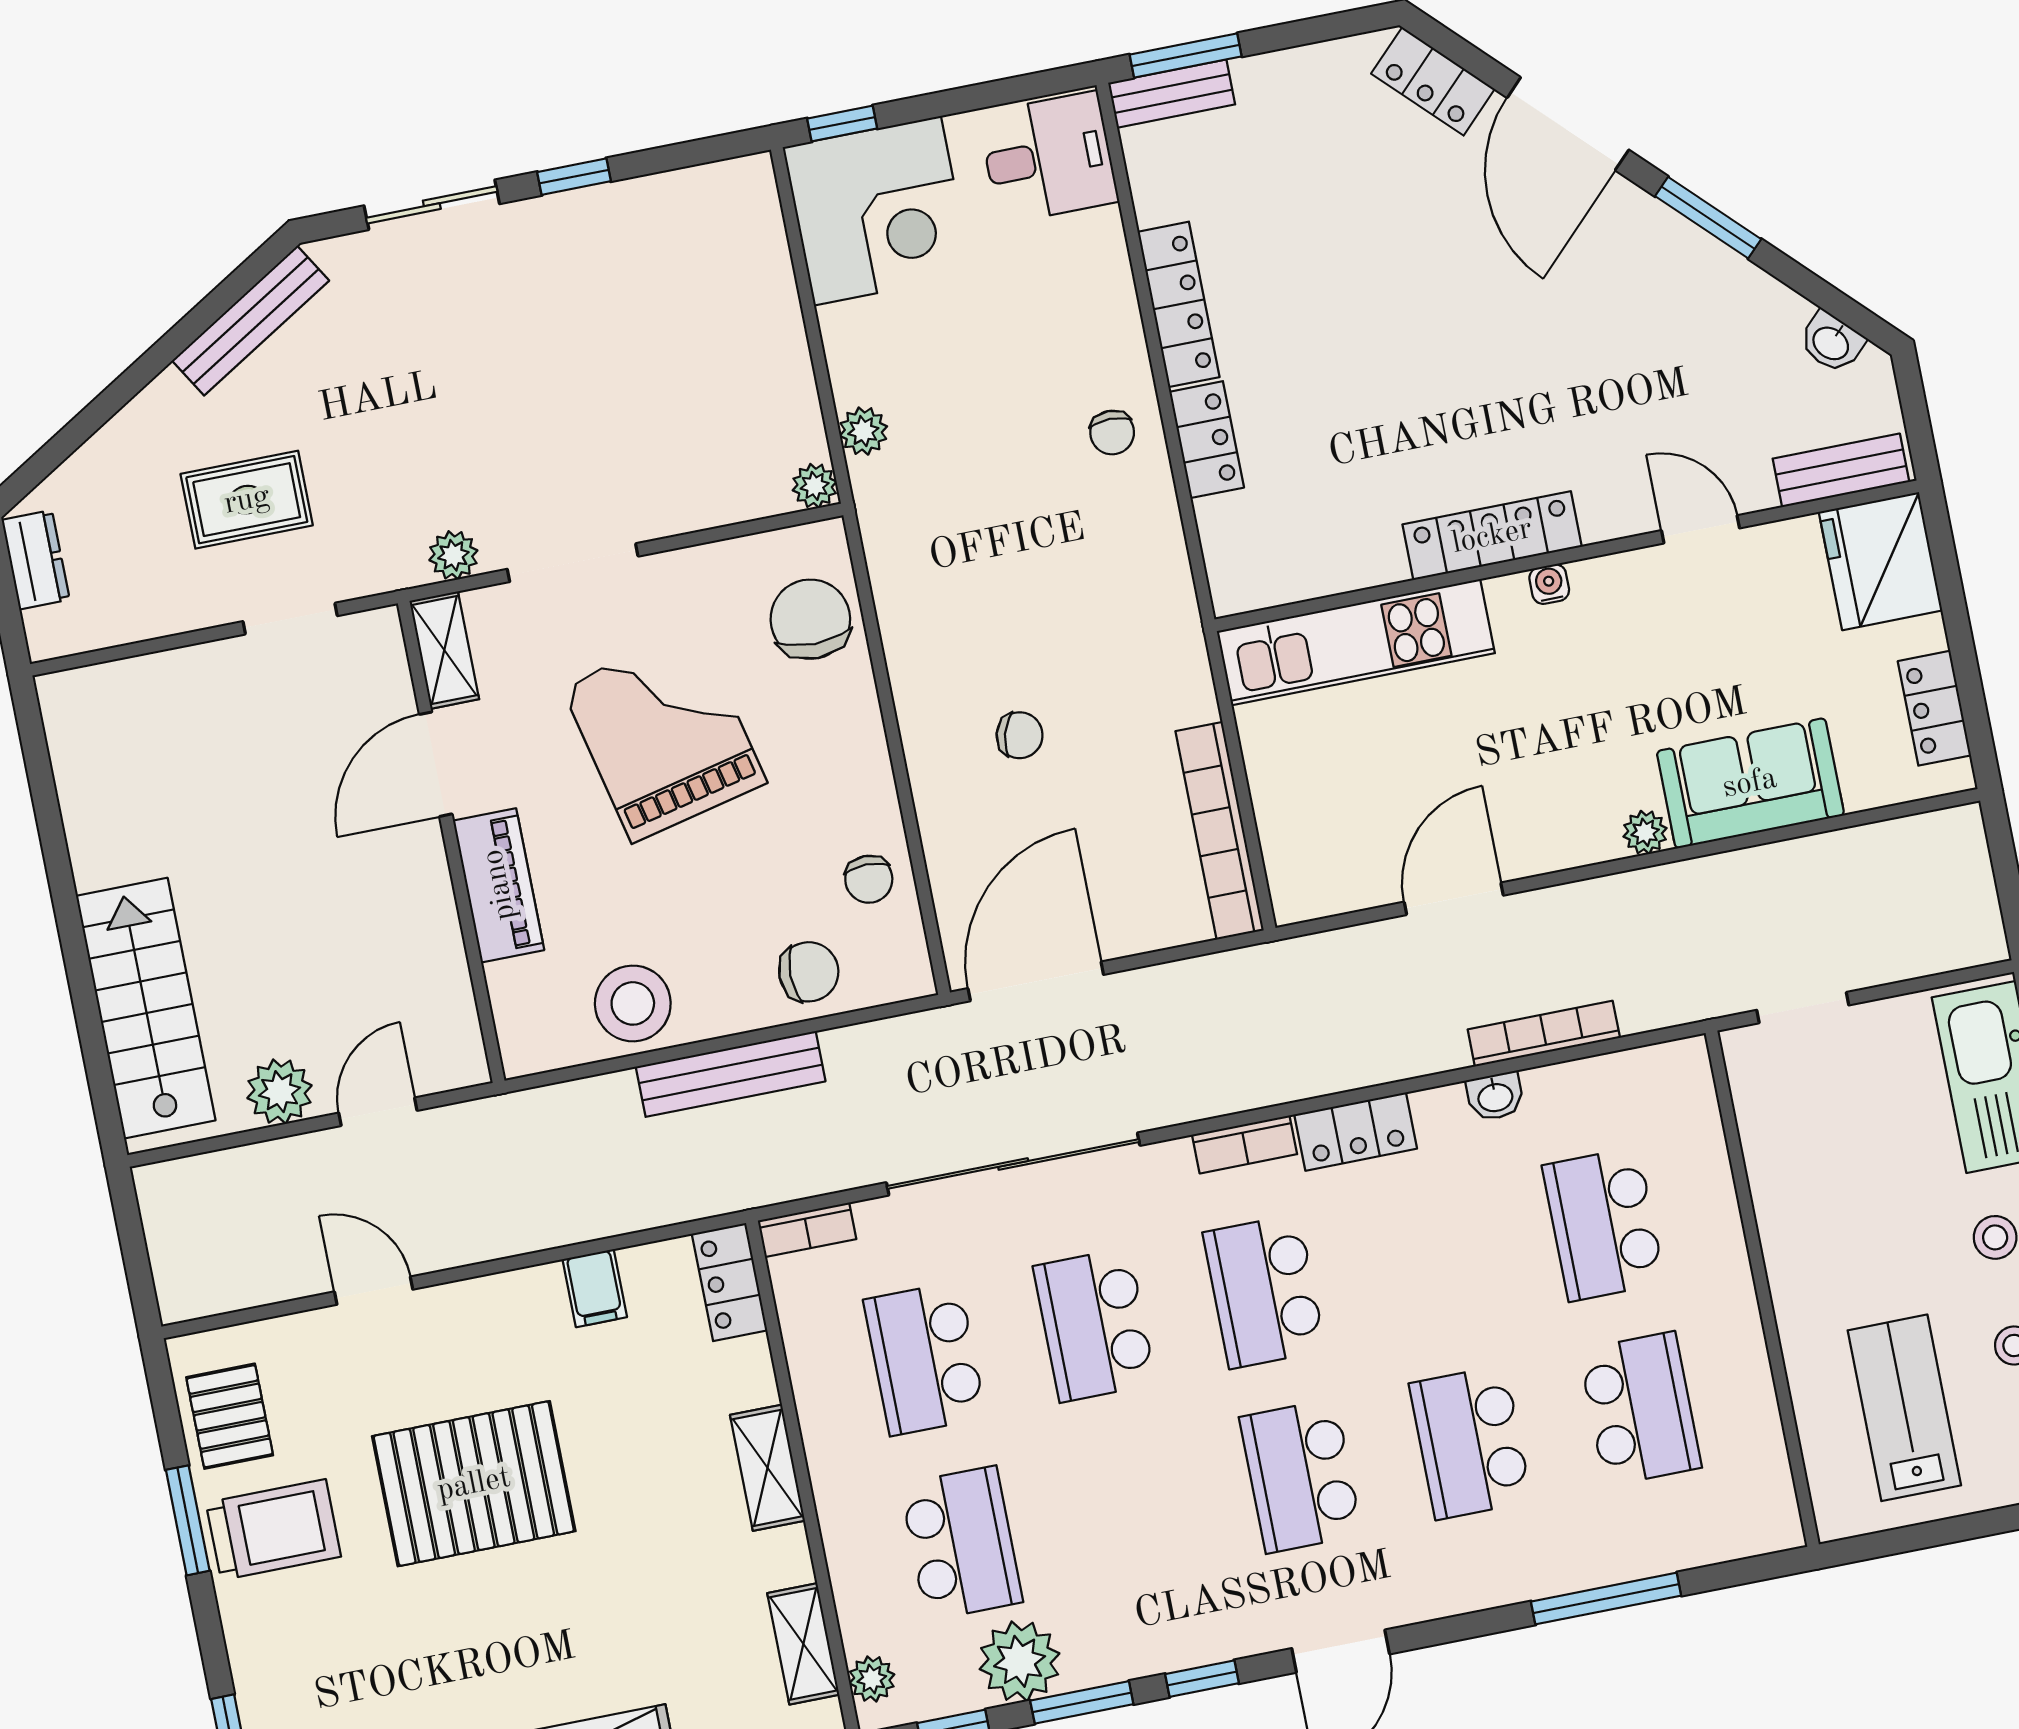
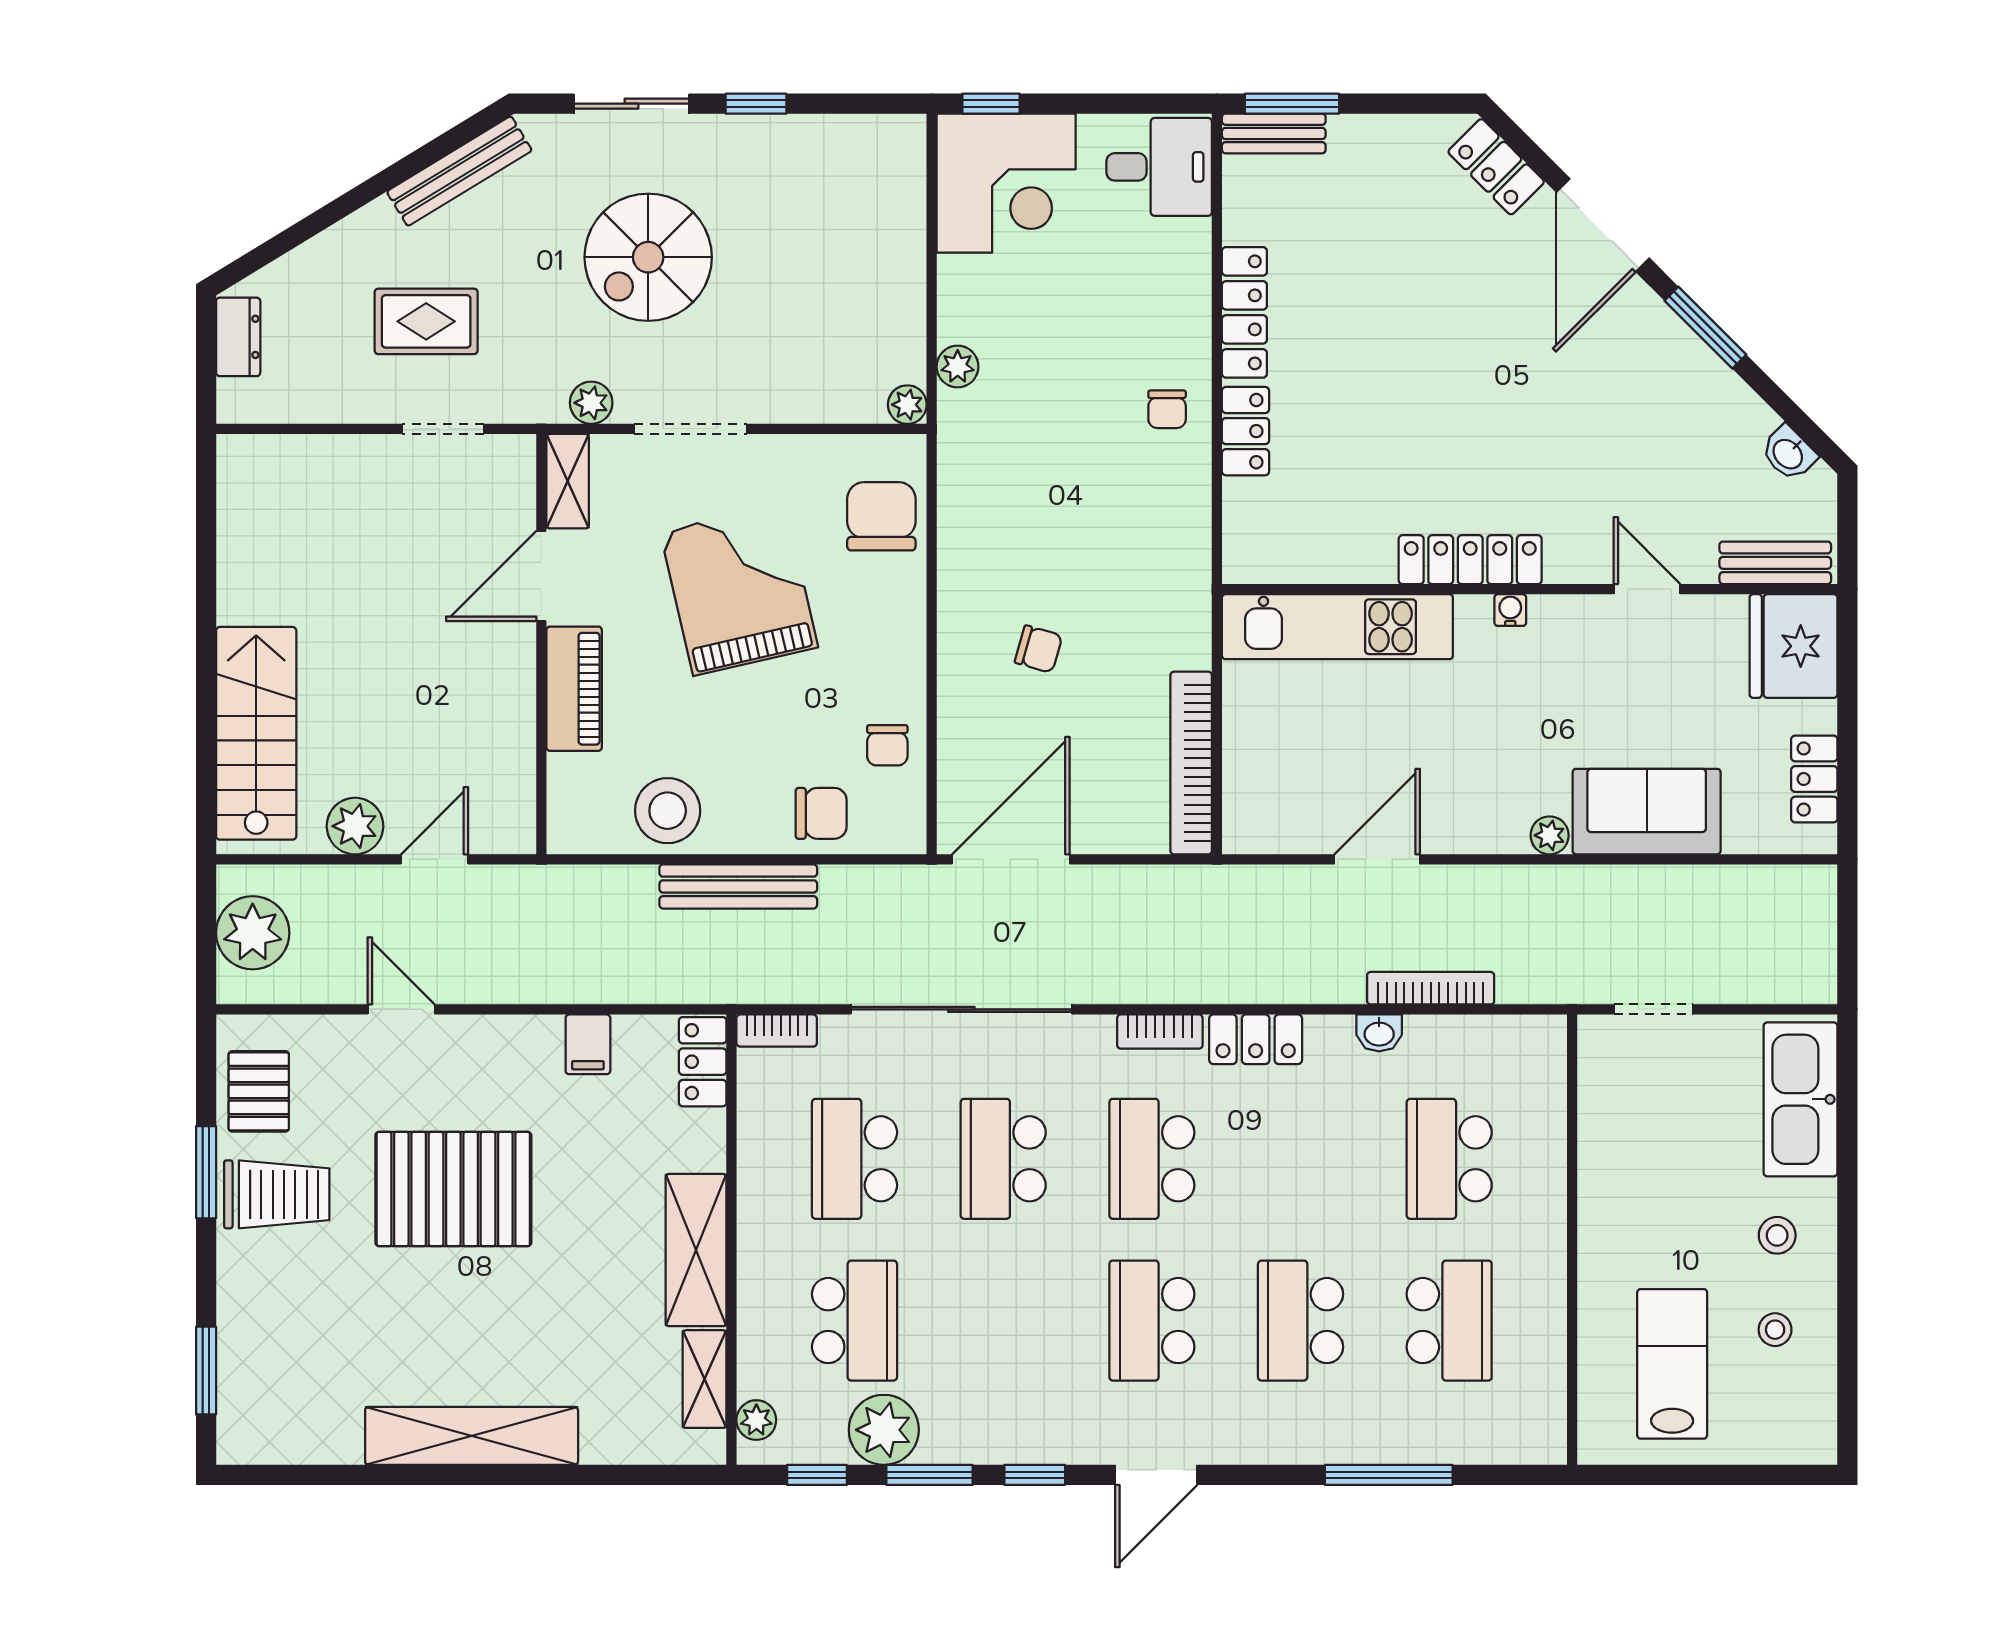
spiral stairs: (486, 376) -> (648, 257), added
plant: (187, 1237) -> (253, 933), added
shelving: (767, 1468) -> (696, 1250), width x1.50, depth x1.33

